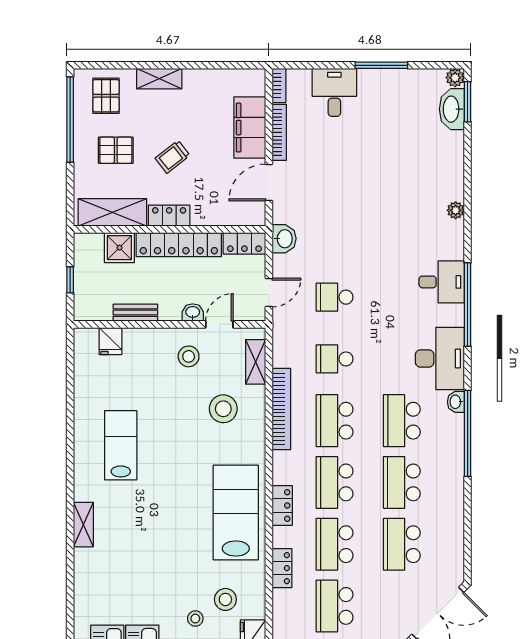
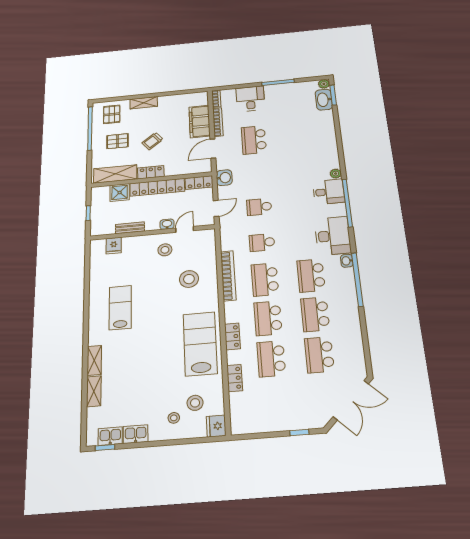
plant: (456, 210) -> (336, 174), moved
shelving: (256, 362) -> (94, 391), moved
school desk: (335, 606) -> (254, 140), moved

